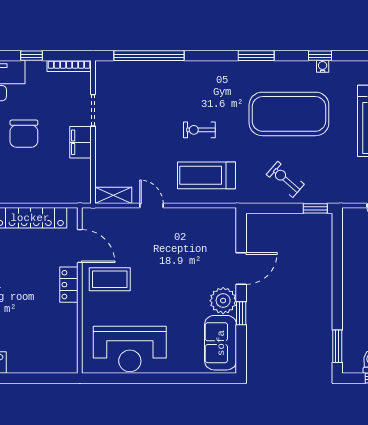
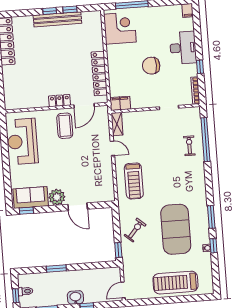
window: (256, 56) -> (211, 217), moved
exercise bike: (199, 130) -> (189, 146), moved
filing cabinet: (81, 142) -> (120, 103), moved
treadmill: (206, 175) -> (134, 181), turned 180
door: (152, 206) -> (112, 148), hinge flipped
window: (241, 313) -> (26, 211), moved
window: (337, 346) -> (56, 268), moved

